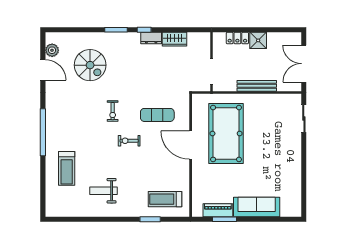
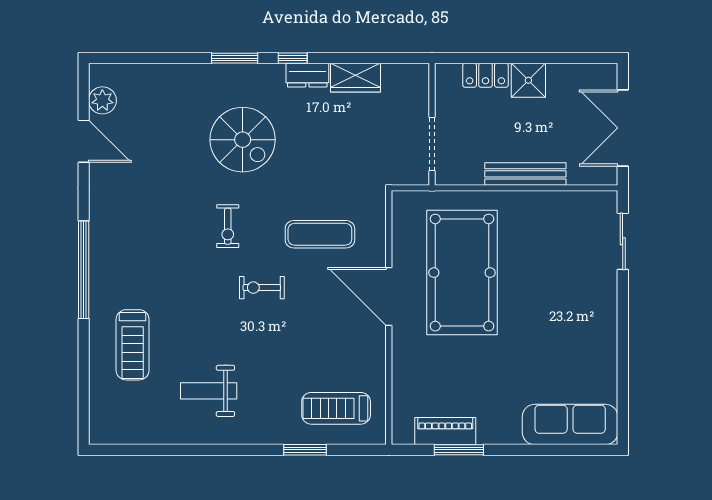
spiral stairs: (90, 65) -> (243, 140), moved
sofa: (257, 207) -> (570, 424), moved

